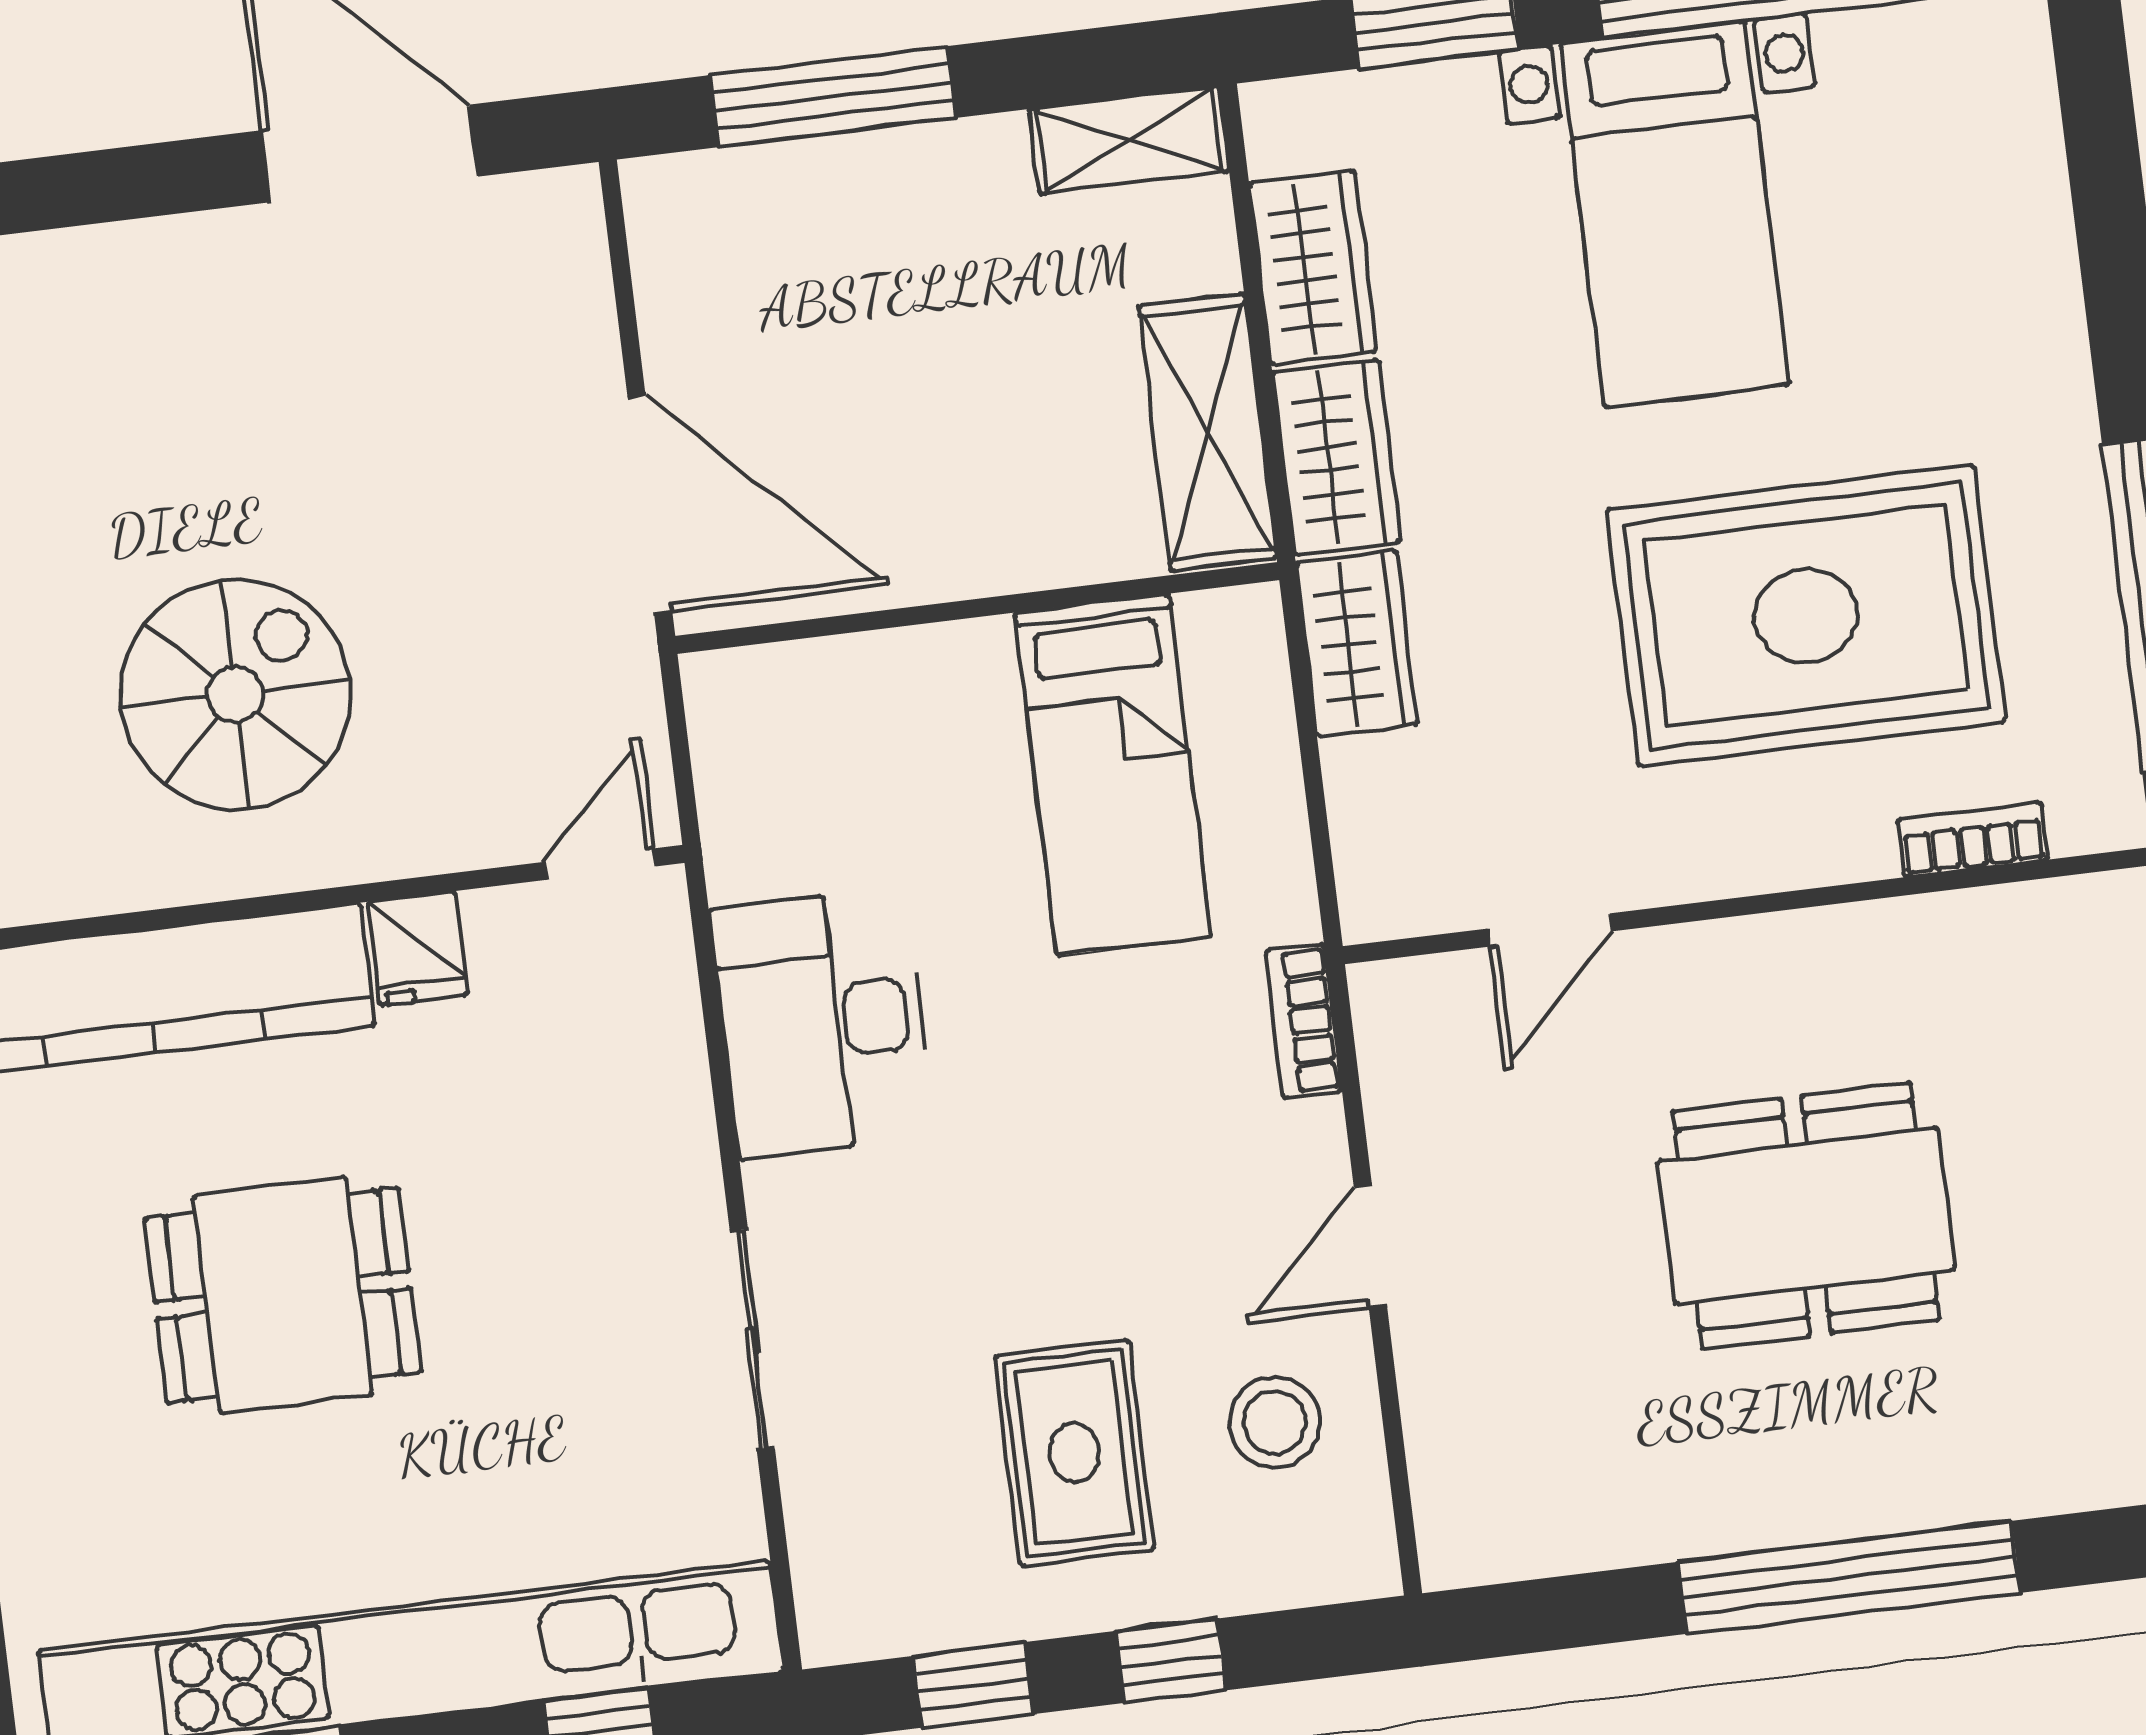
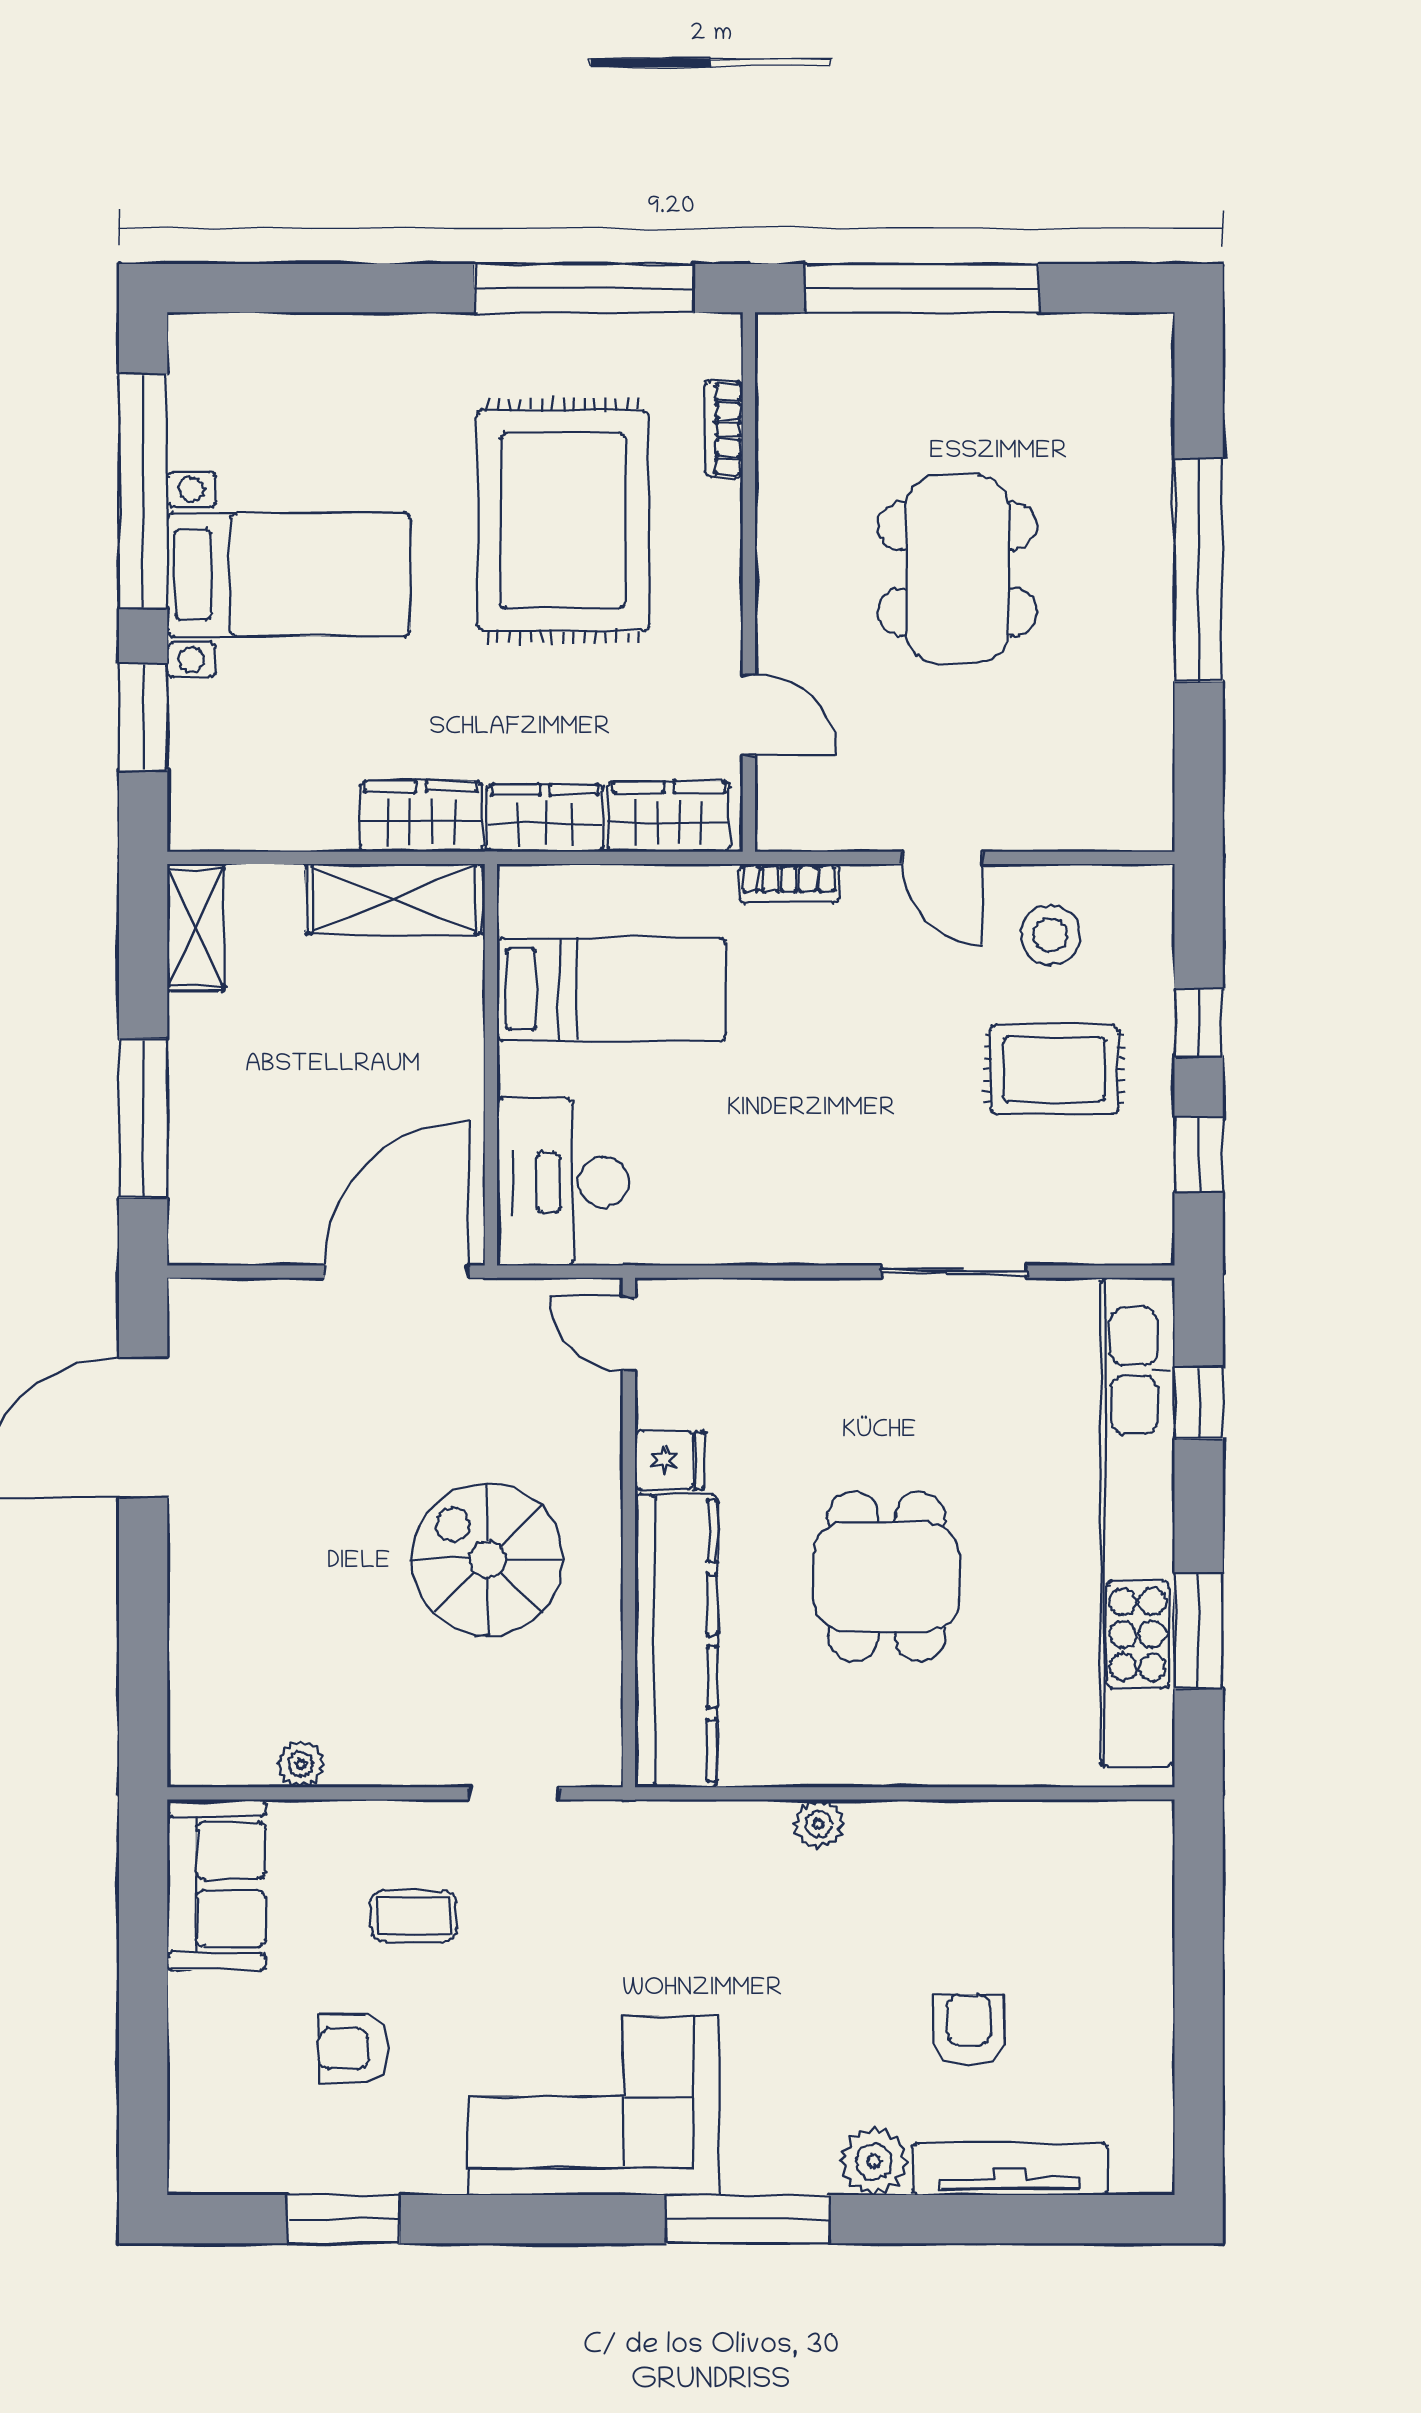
wardrobe: (1313, 267) -> (669, 817), moved
desk: (822, 1023) -> (563, 1182), moved, turned 90

